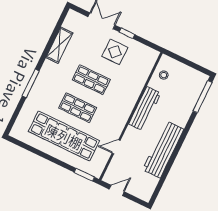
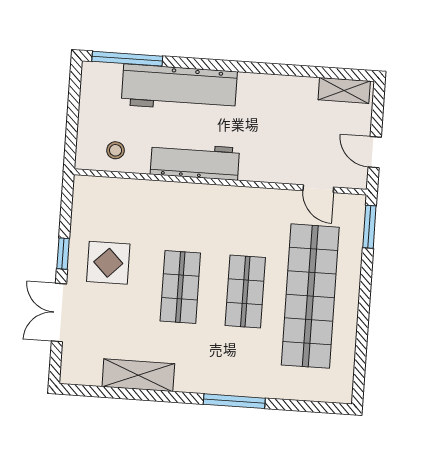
door: (116, 147) -> (318, 189), moved
workbench: (163, 149) -> (179, 88), moved
shelving: (150, 188) -> (344, 90), added

